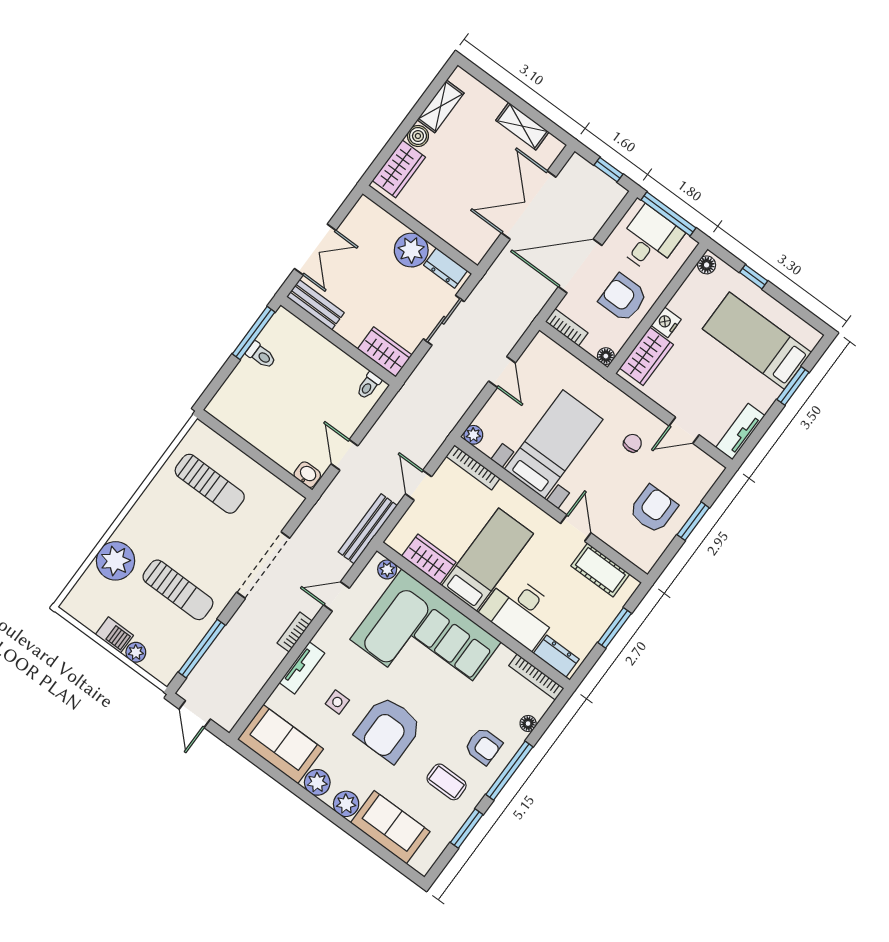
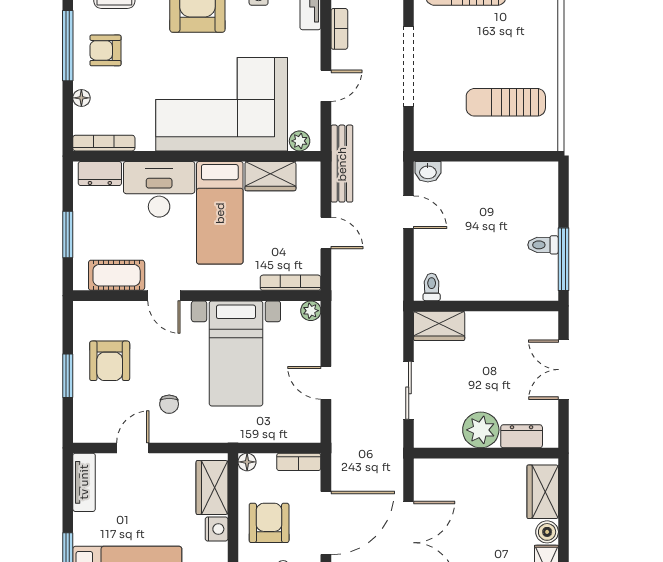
dresser: (446, 268) -> (522, 436), moved
armchair: (623, 298) -> (269, 523), turned -90
bench: (315, 305) -> (528, 323), removed

